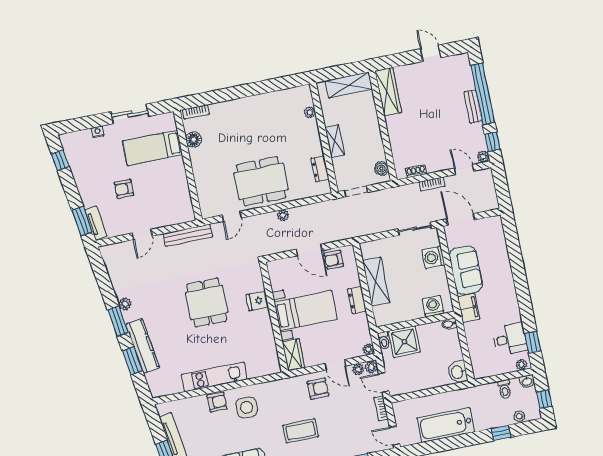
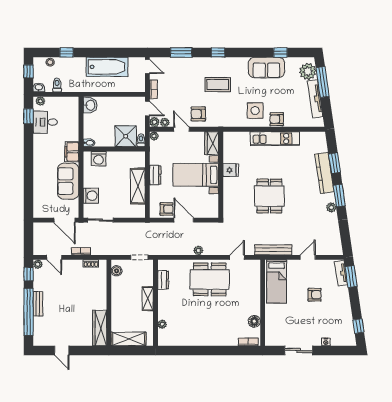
bed: (153, 148) -> (277, 281), moved, turned 90
fridge: (257, 301) -> (231, 170), moved

